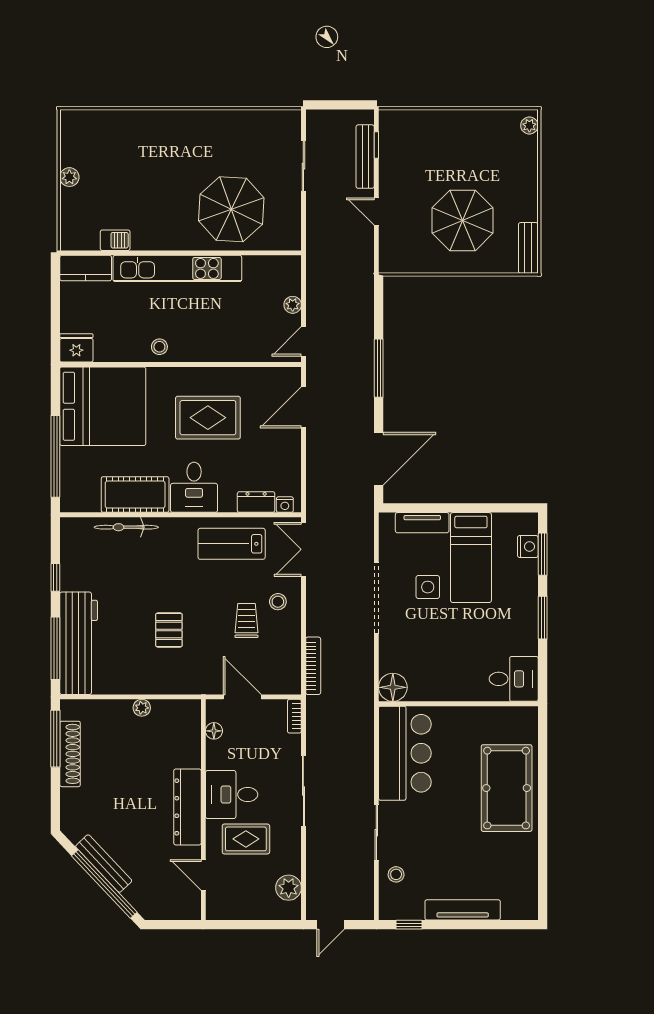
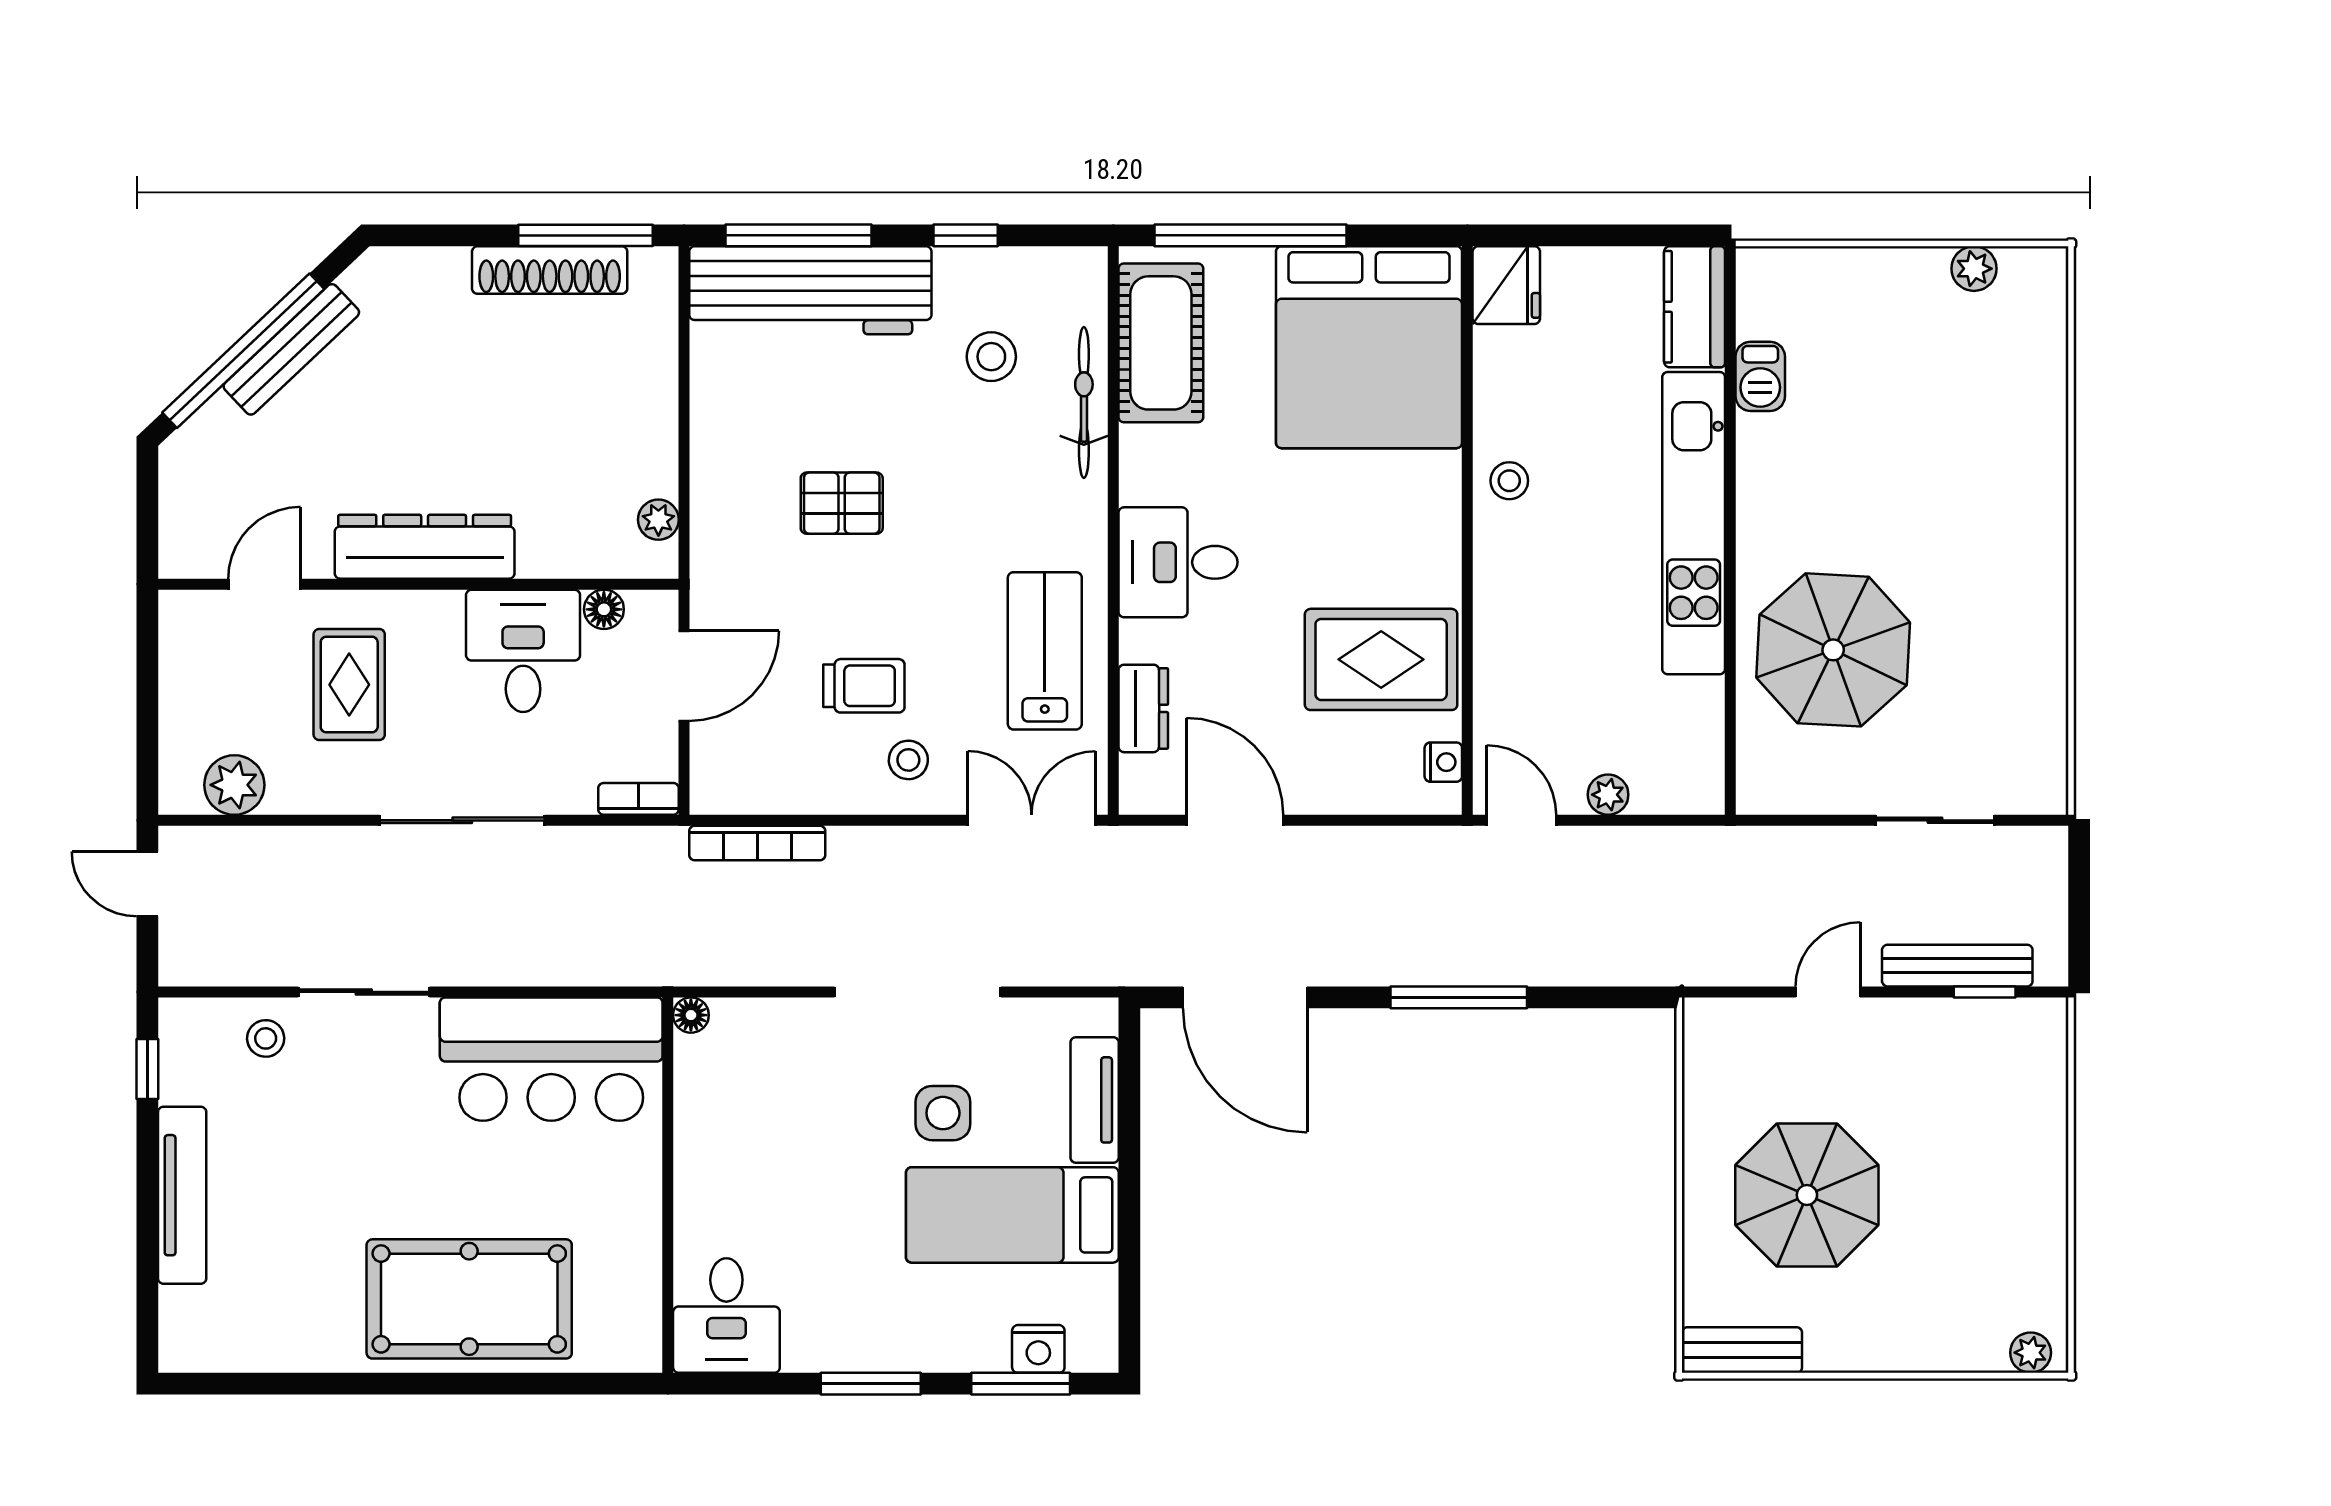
plant: (69, 177) -> (1974, 269), moved
door: (303, 407) -> (1235, 820), moved
rug: (208, 418) -> (1381, 659), moved, turned 90
cot: (135, 495) -> (1161, 343), moved
nightstand: (285, 505) -> (1443, 762), moved, turned 180
stool: (107, 566) -> (991, 357), added
floor lamp: (393, 687) -> (691, 1015), width x0.53, depth x0.53
plant: (142, 708) -> (658, 520), moved
desk: (232, 794) -> (523, 651), moved

